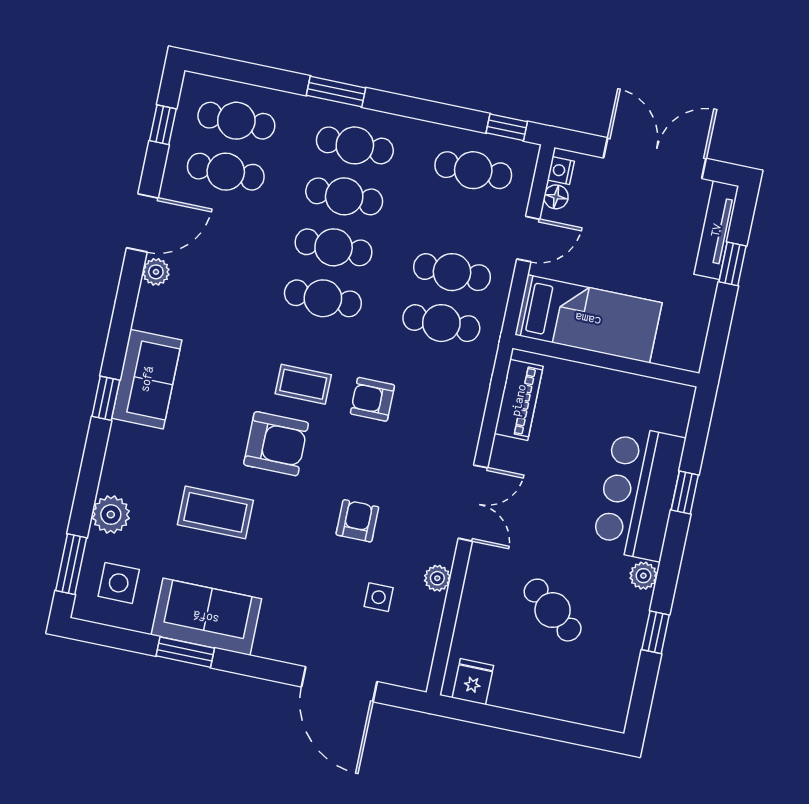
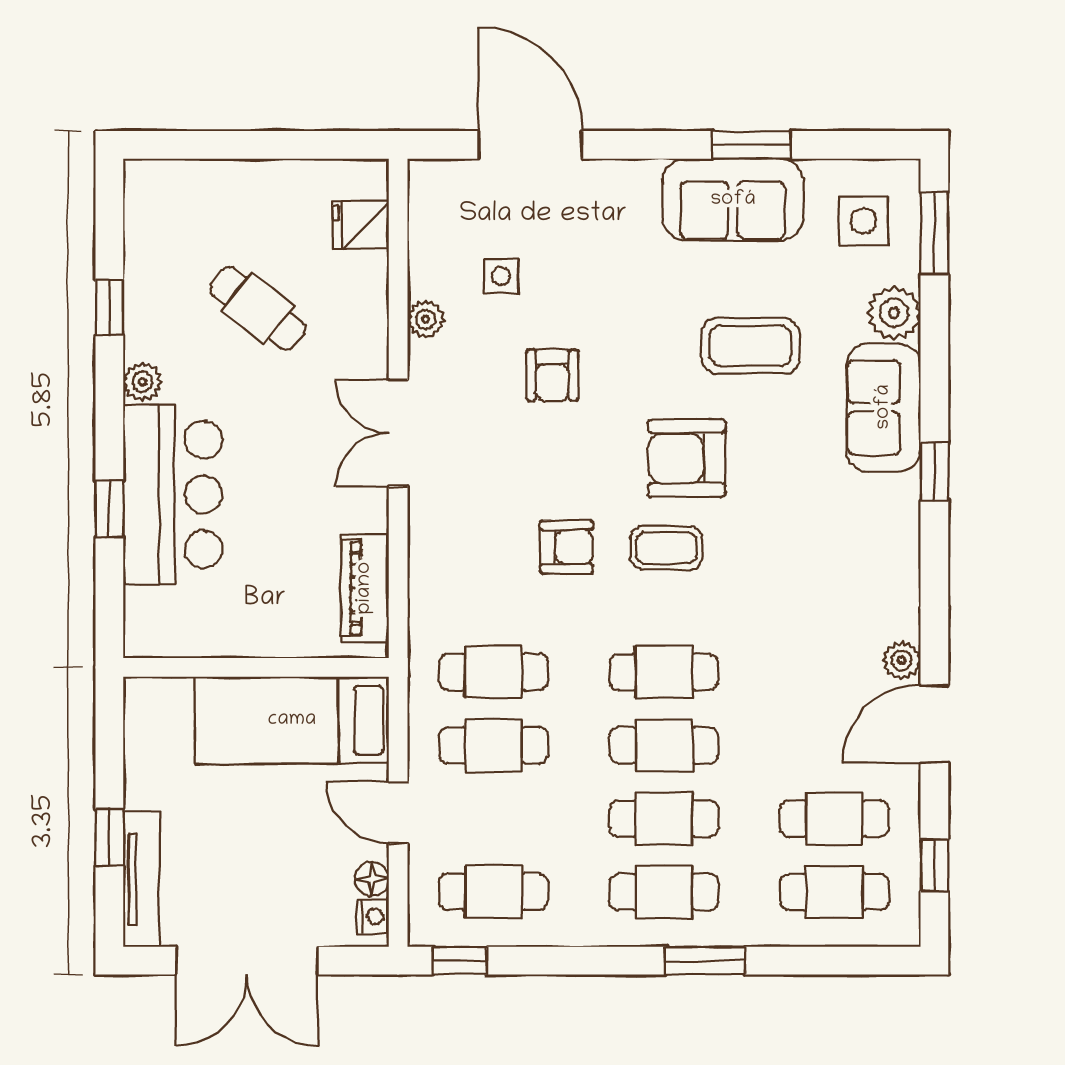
door: (528, 239) -> (398, 813), hinge flipped
sofa: (147, 379) -> (884, 407), moved
fridge: (473, 682) -> (361, 225), moved, turned 90

